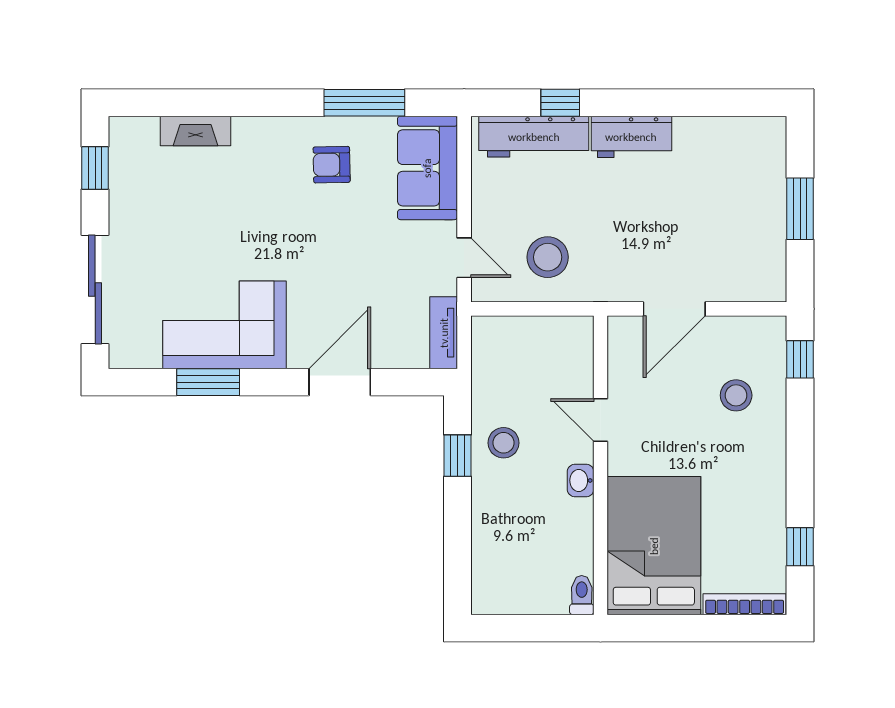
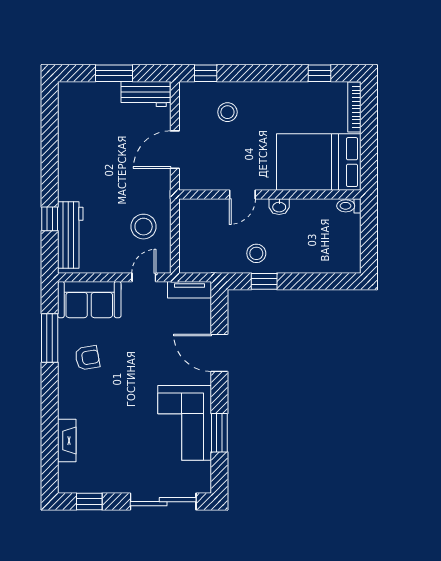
workbench: (631, 137) -> (146, 94), moved, turned 90
armchair: (332, 165) -> (87, 358), turned -99
door: (674, 309) -> (175, 150), swing flipped

